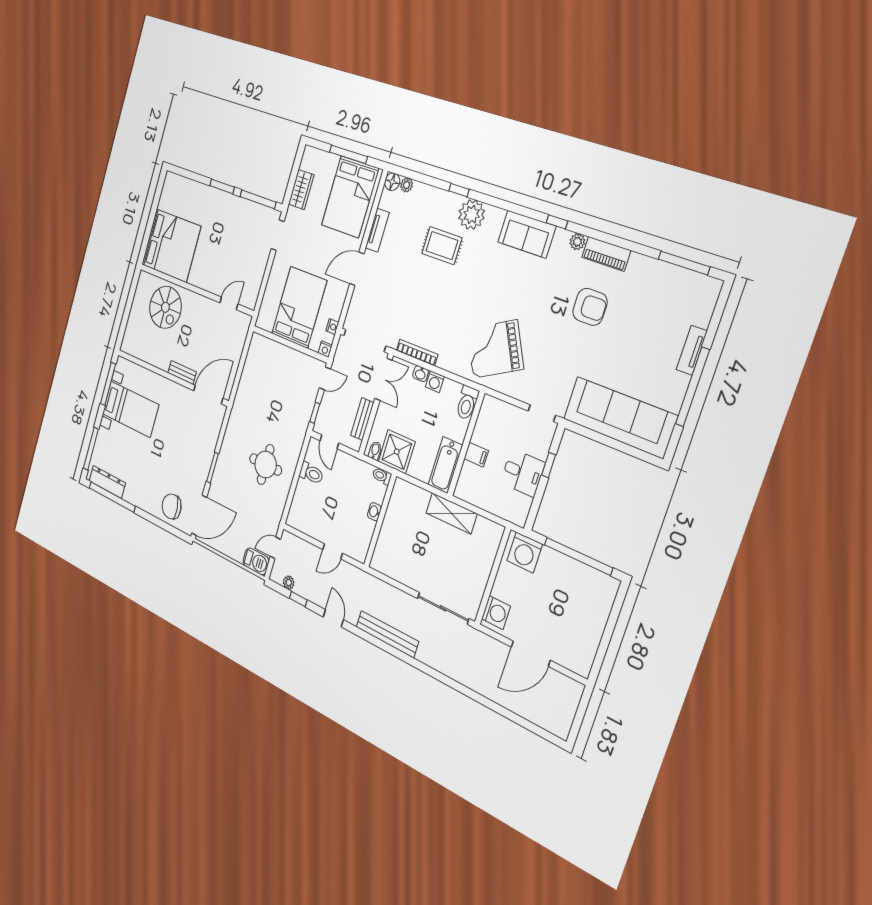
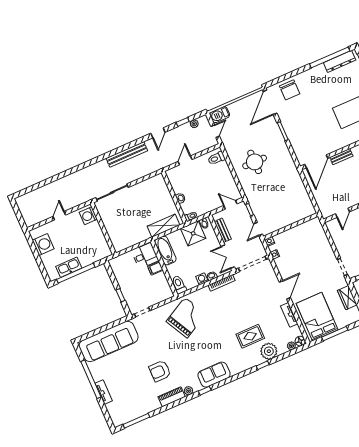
plant: (472, 215) -> (269, 351), moved
bed: (299, 307) -> (301, 247), removed
toilet: (311, 473) -> (216, 158), moved
desk: (523, 473) -> (145, 256), moved, turned 180
chair: (172, 506) -> (290, 90), turned 97
shelving: (451, 513) -> (163, 226), moved
washing machine: (525, 552) -> (43, 245), moved, turned 90
kitchen sink: (580, 574) -> (69, 267), added
door: (333, 618) -> (158, 133), hinge flipped
door: (531, 654) -> (59, 216), width x0.53

